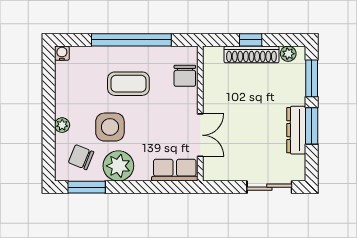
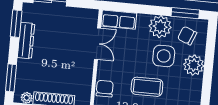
plant: (62, 125) -> (194, 65), width x1.87, depth x1.87
window: (312, 126) -> (16, 24), moved
double door: (200, 135) -> (98, 44), swing flipped
chair: (81, 157) -> (187, 36), turned 180

